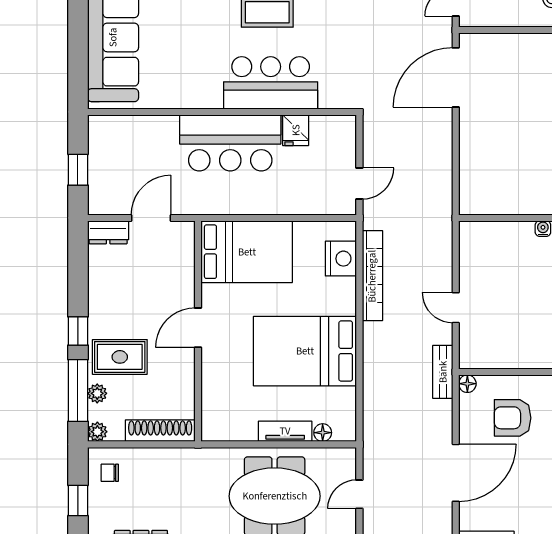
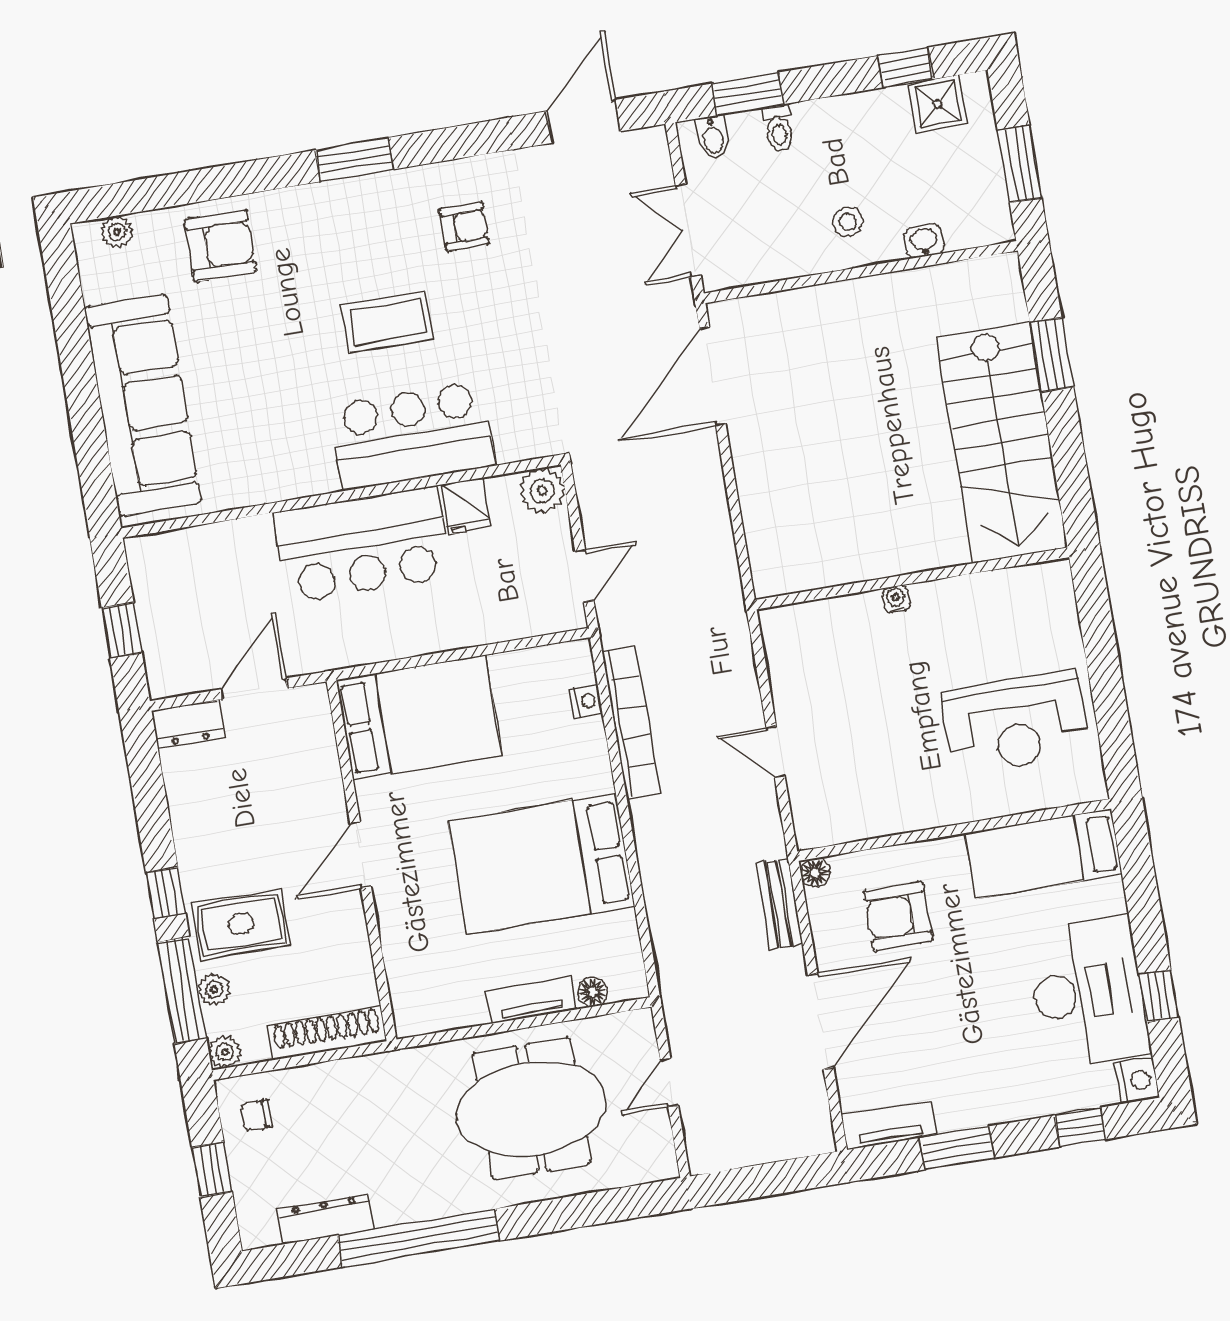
plant: (343, 129) -> (542, 491), added
nightstand: (341, 259) -> (586, 701), width x0.53, depth x0.56
bench: (443, 372) -> (779, 904), moved

